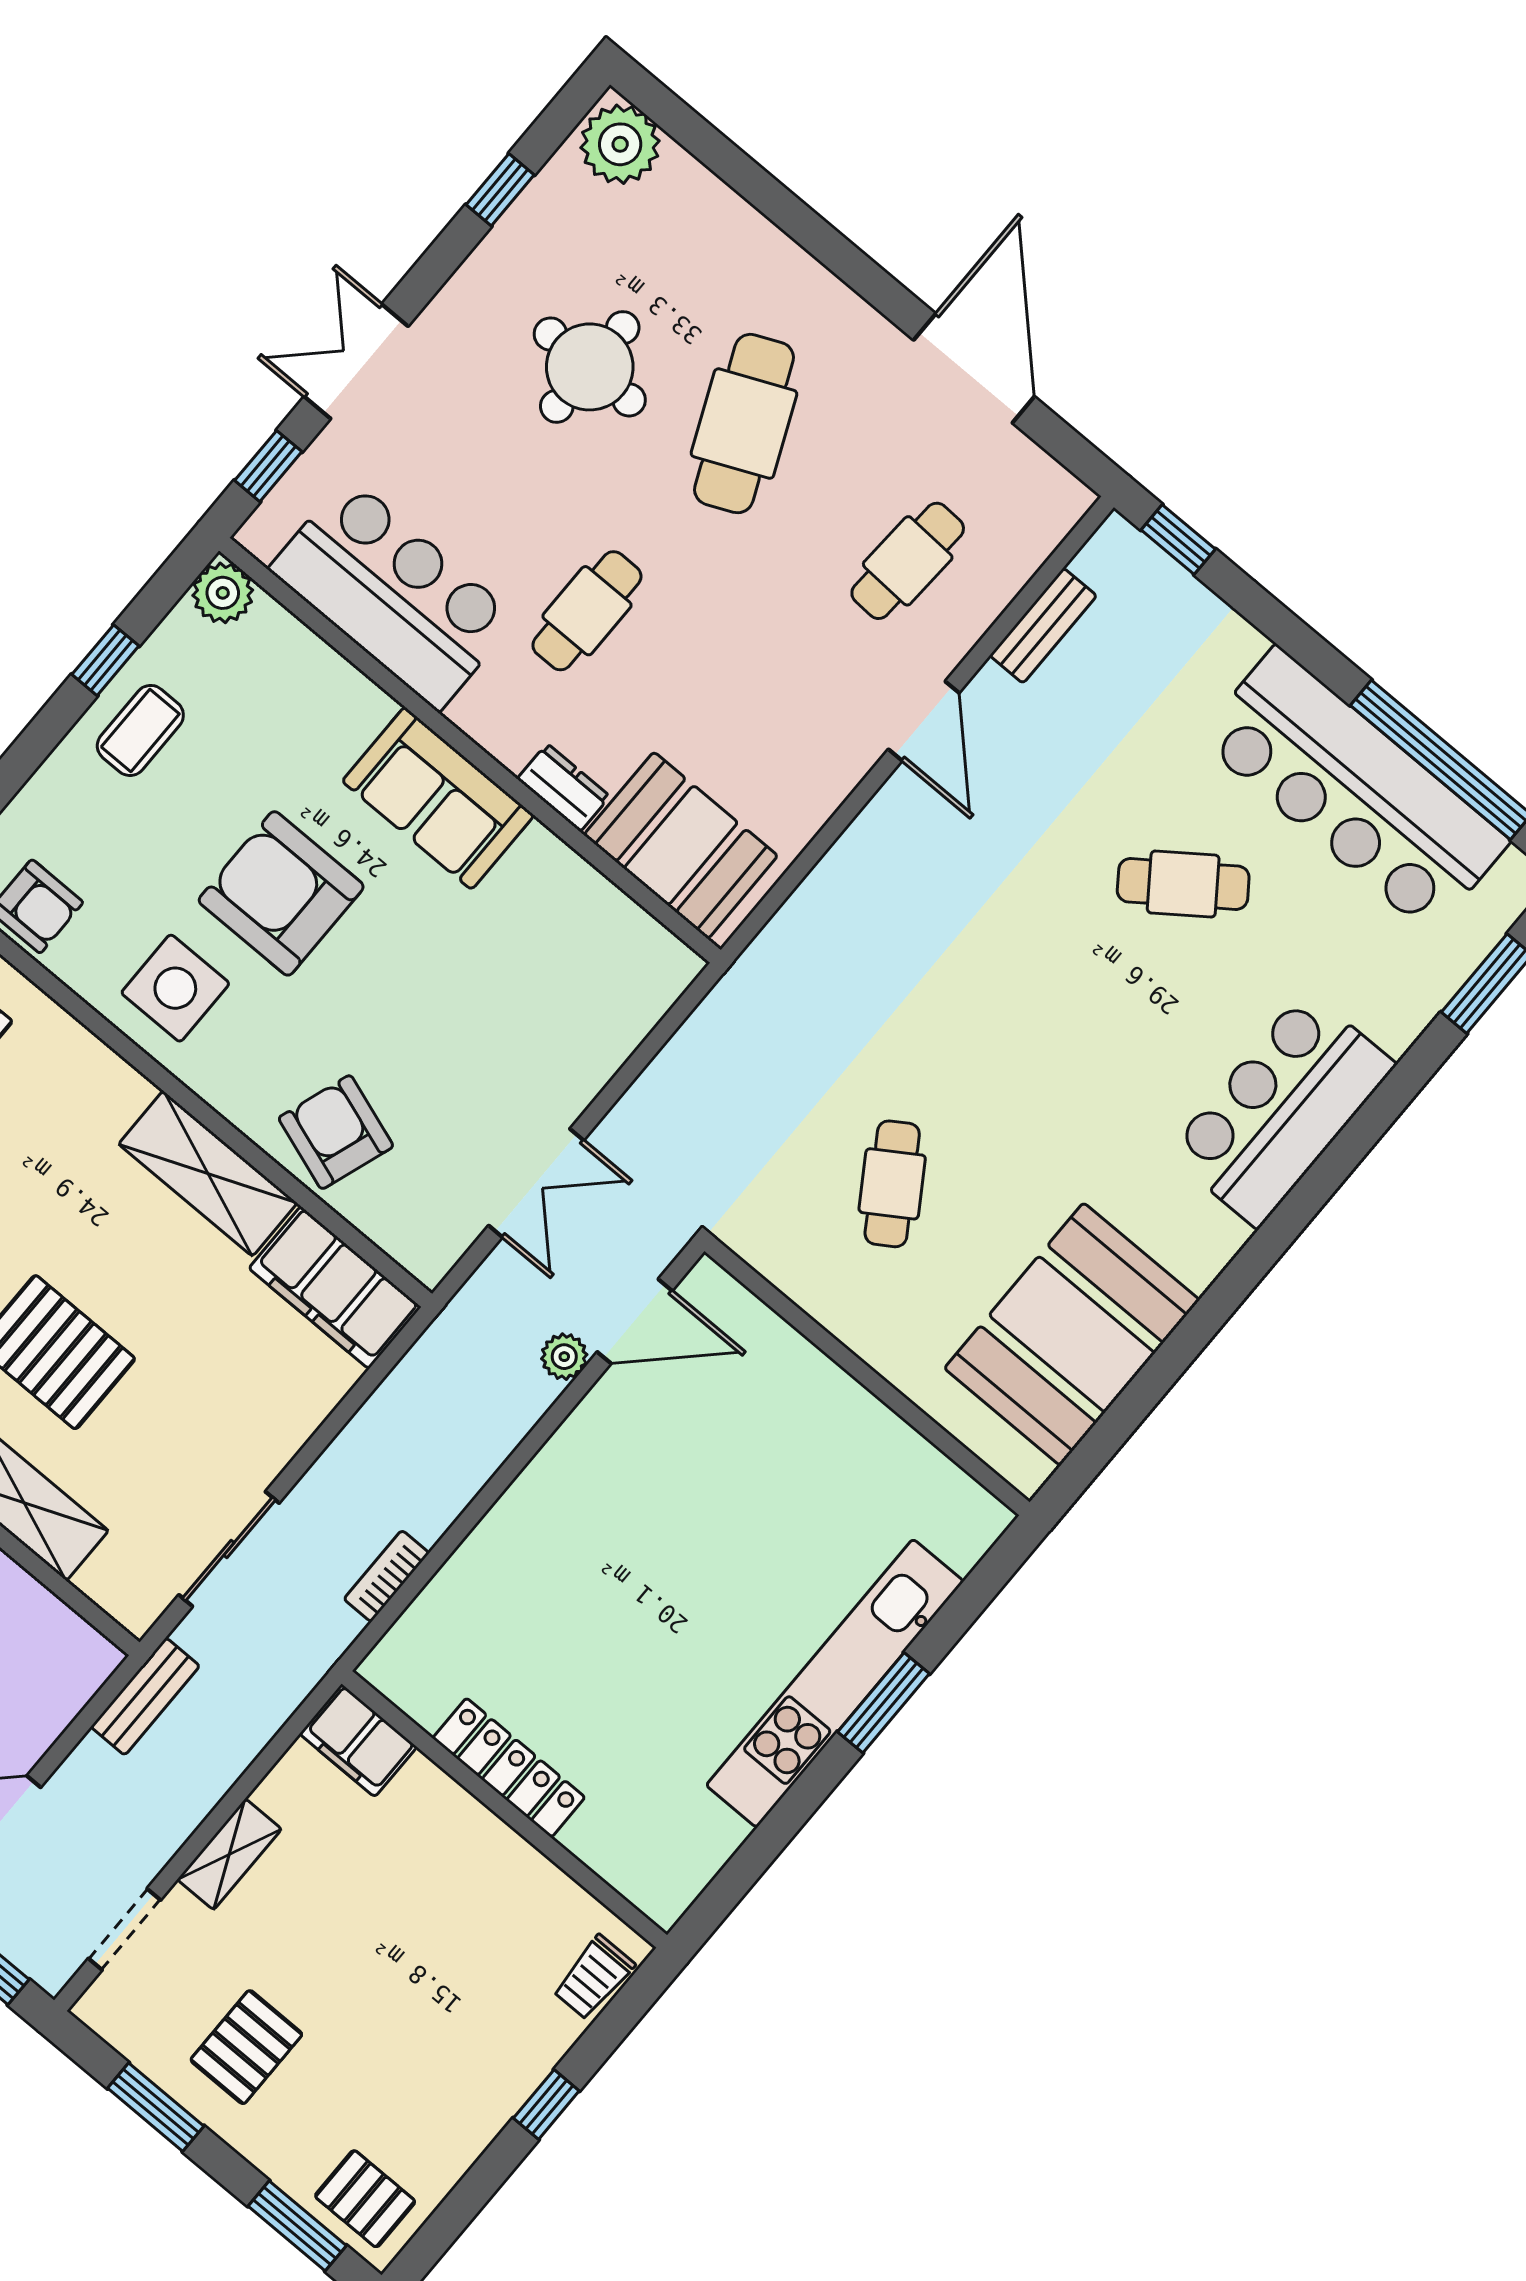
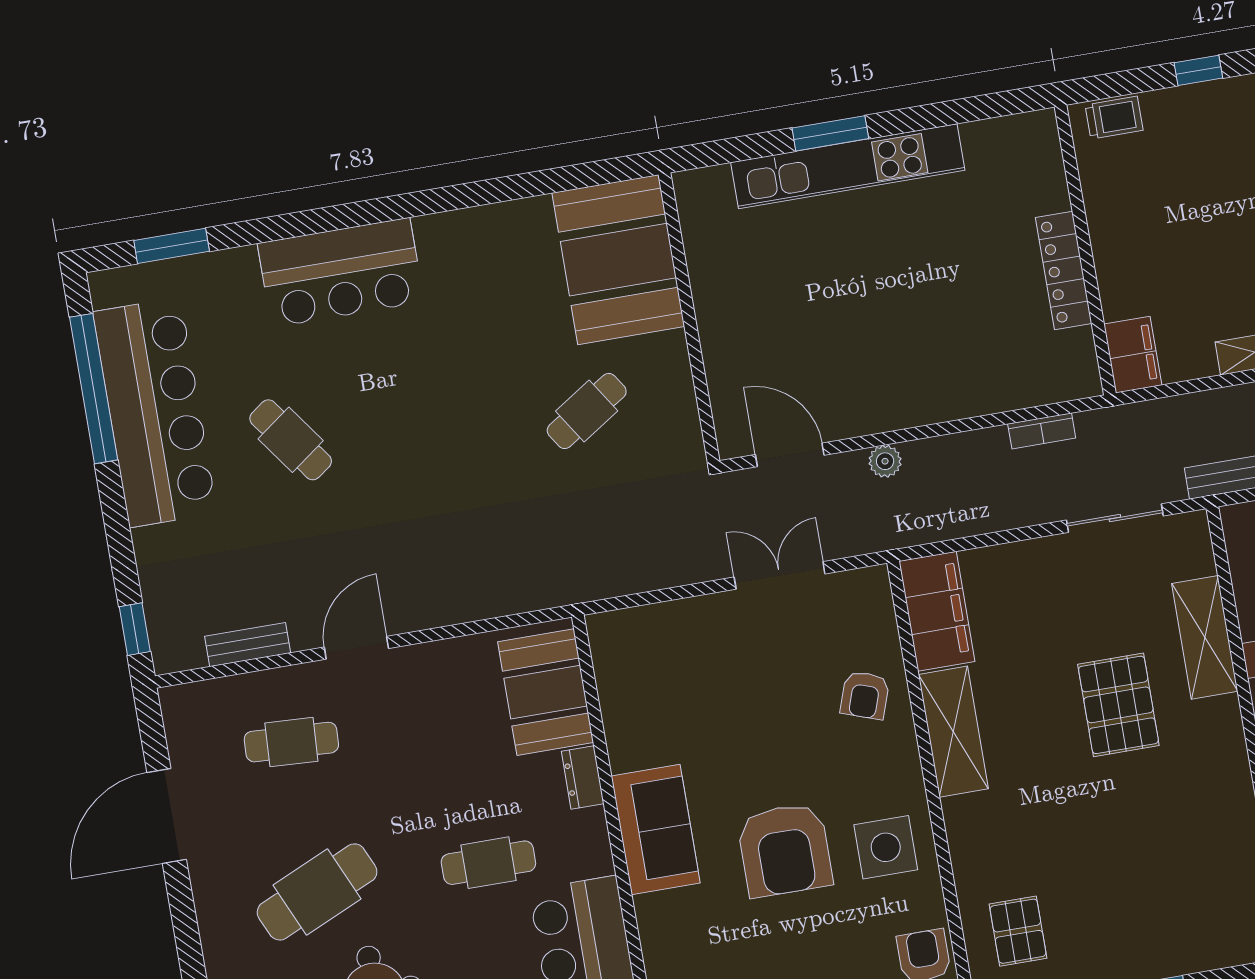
armchair: (336, 1132) -> (865, 695), width x0.72, depth x0.72
booth: (1072, 1334) -> (618, 260), moved, turned 90
plant: (564, 1357) -> (885, 461), moved

